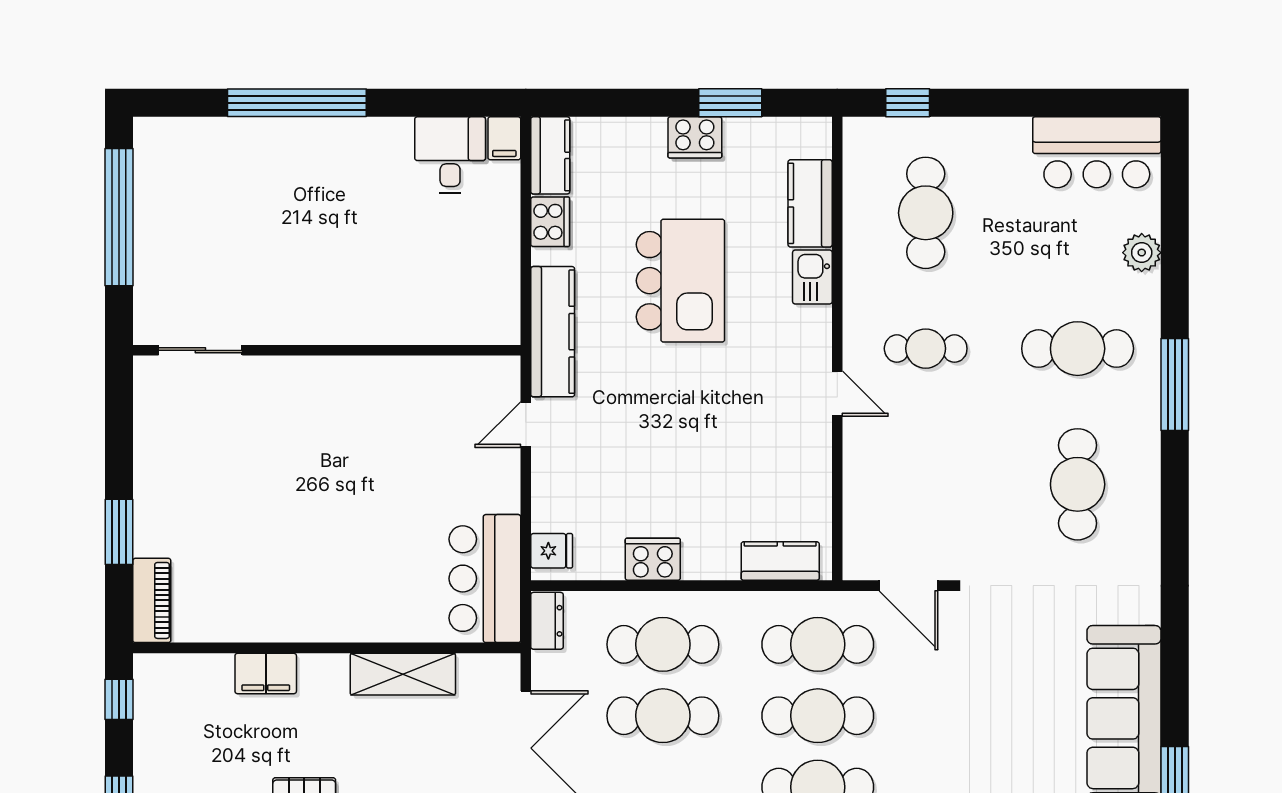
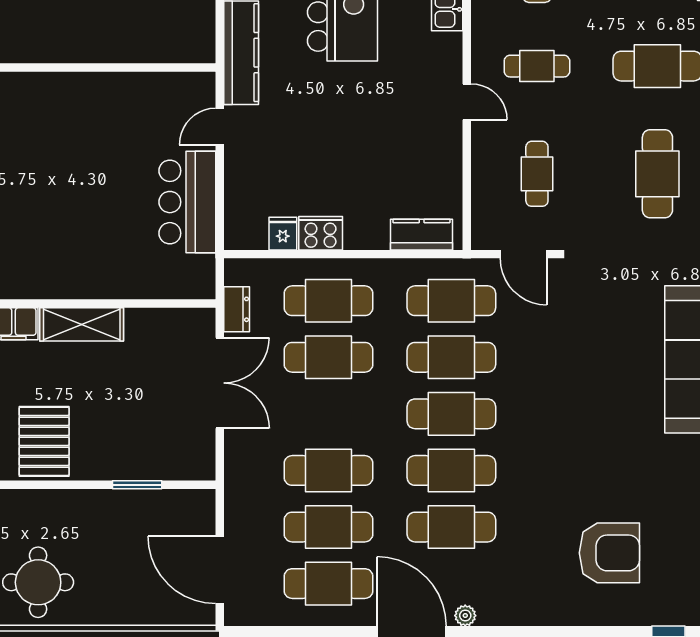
cafe table: (926, 484) -> (537, 174), added
fridge: (552, 551) -> (283, 234), moved, turned -90
bar counter: (485, 579) -> (187, 202), moved
dresser: (547, 621) -> (237, 309), moved
shelving: (403, 674) -> (82, 324), moved

